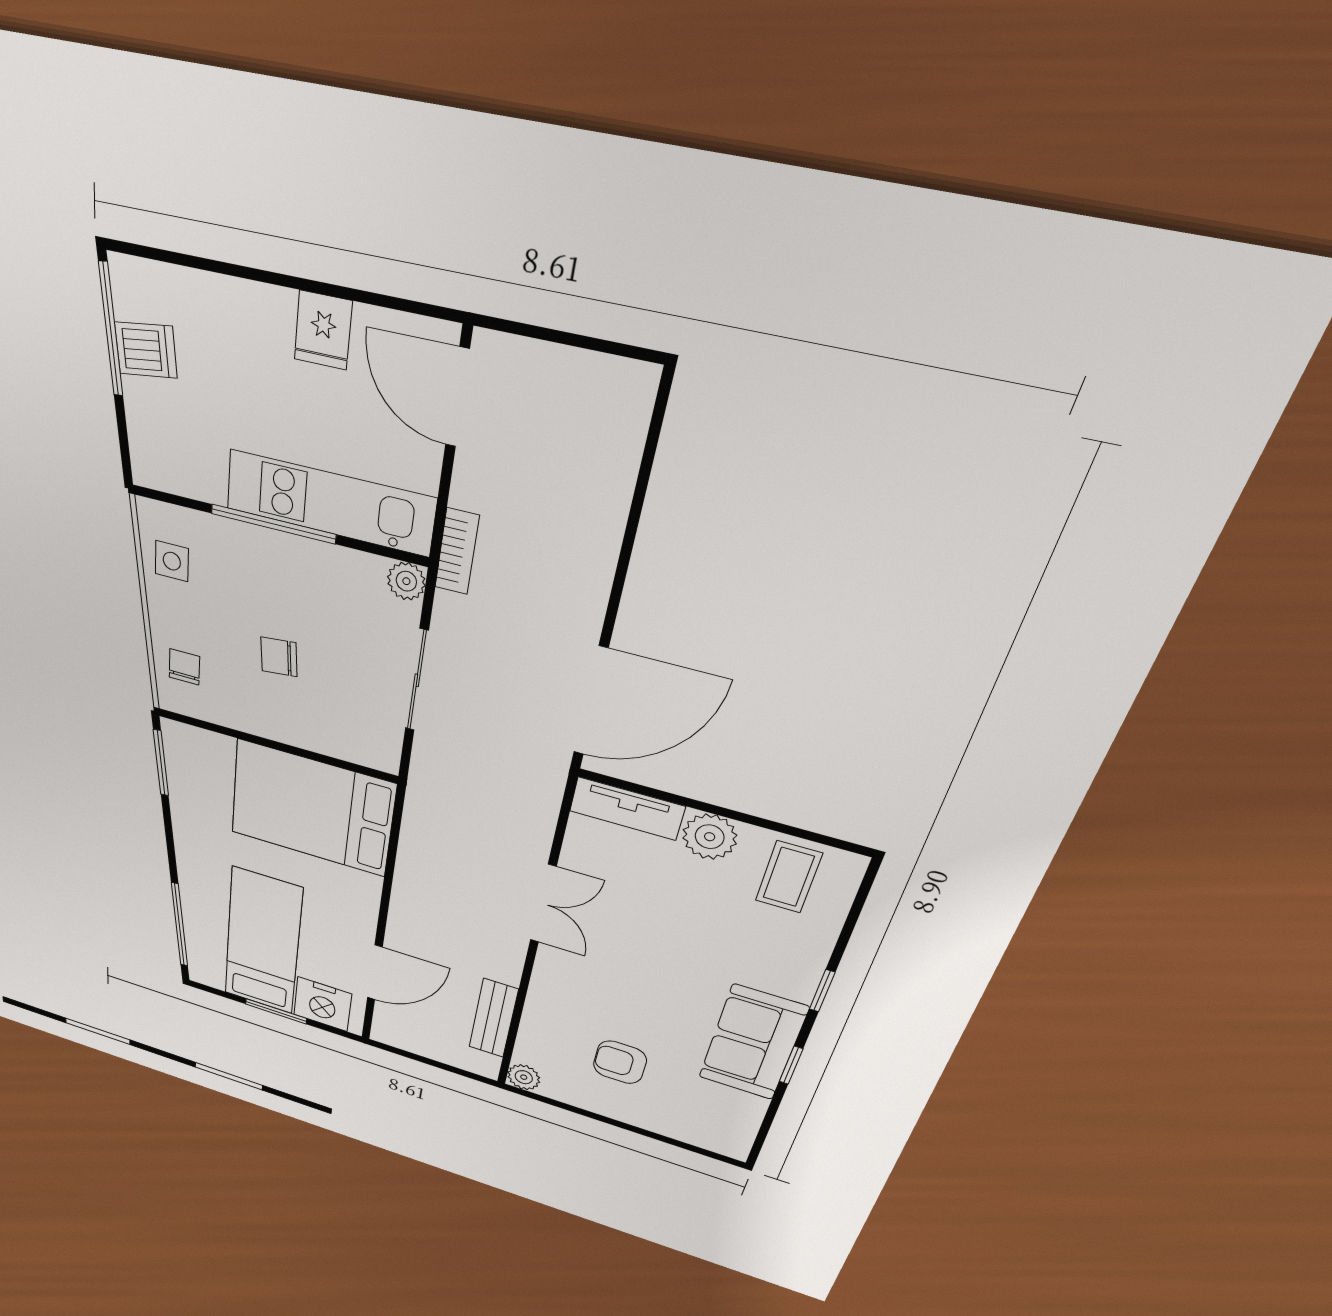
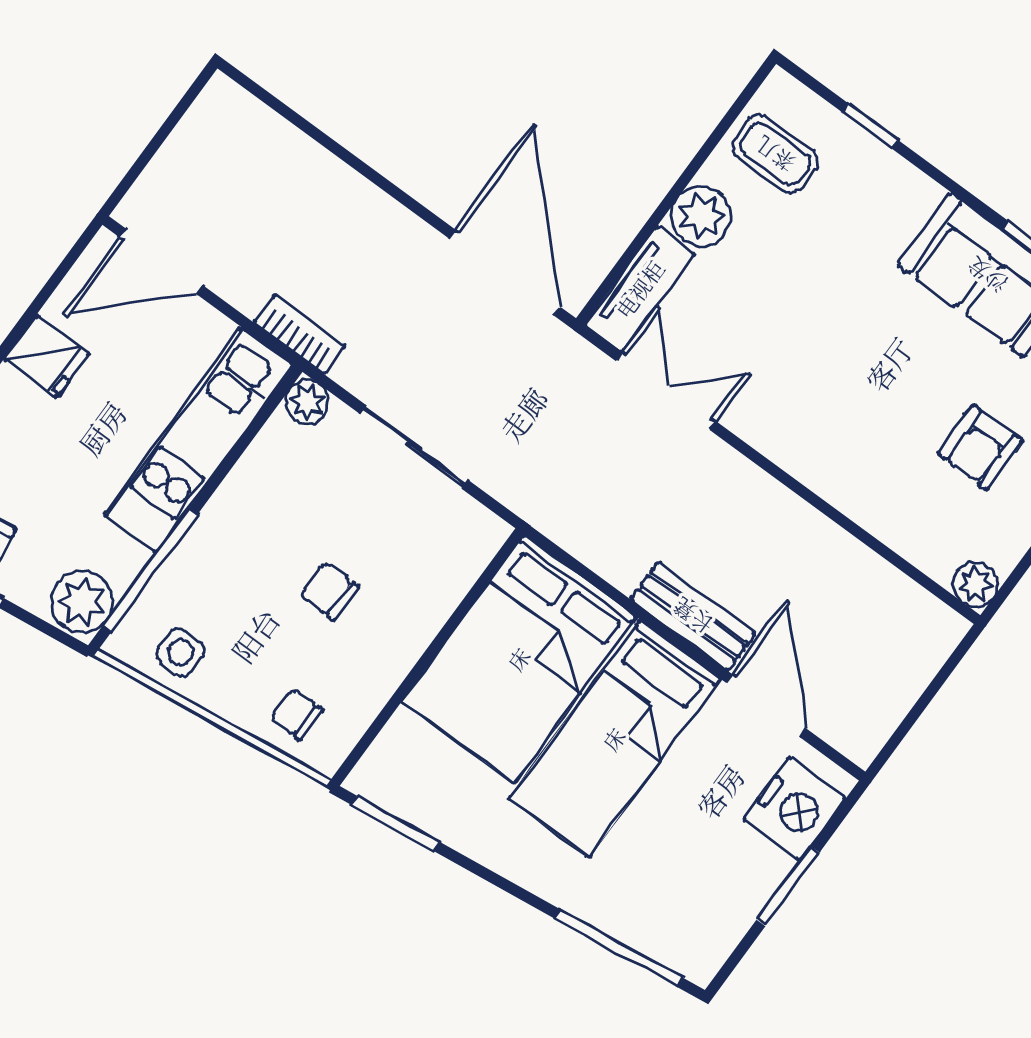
plant: (159, 464) -> (82, 602), added
window: (273, 524) -> (150, 570), moved
chair: (279, 657) -> (329, 591), turned 96
double door: (543, 904) -> (666, 391), moved
bed: (263, 942) -> (614, 739), moved, turned -90
window: (822, 991) -> (870, 126), moved
bench: (493, 1018) -> (693, 616), moved

